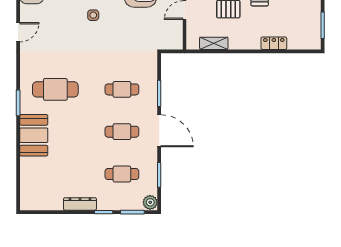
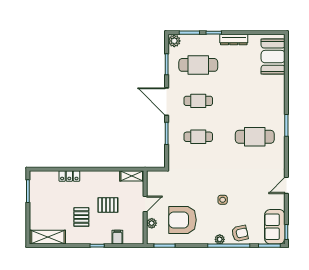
shelving: (214, 43) -> (132, 176), moved
booth: (34, 135) -> (273, 57), moved
cafe table: (122, 174) -> (198, 65), width x1.37, depth x1.35

